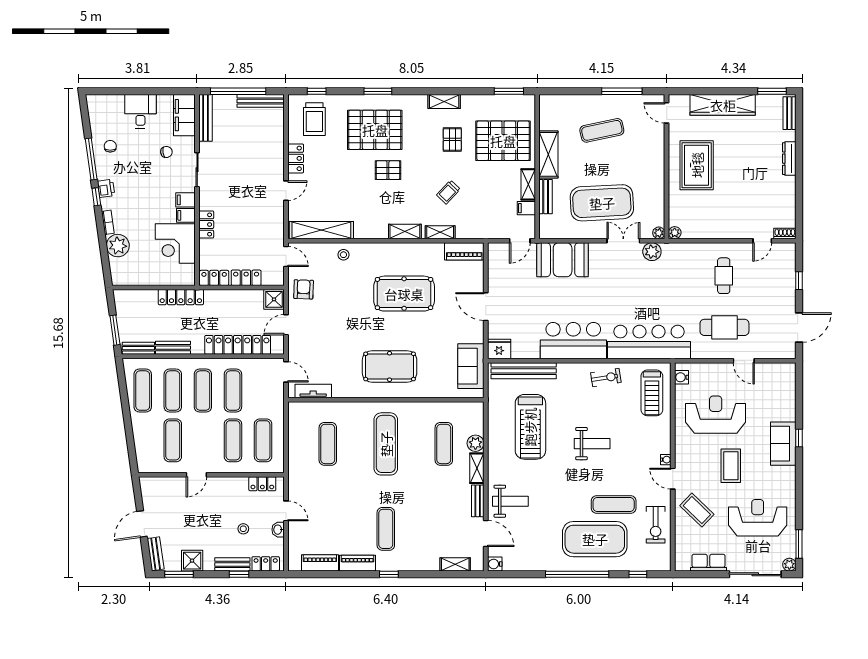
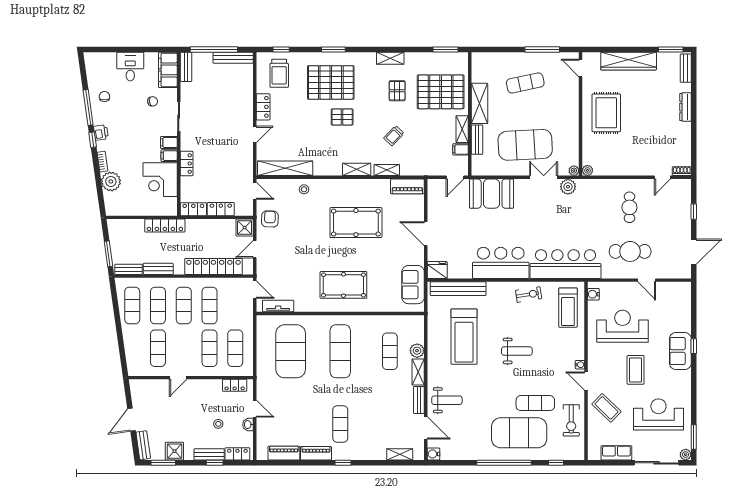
bench: (205, 118) -> (186, 67), width x0.73
exercise mat: (328, 444) -> (291, 351), width x2.00, depth x1.45

